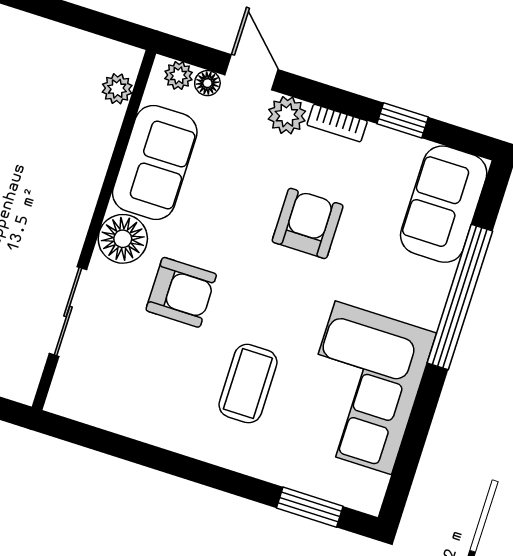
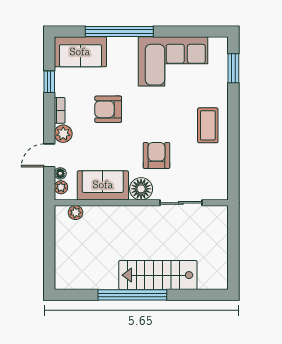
coffee table: (248, 384) -> (208, 125), moved, turned 90

